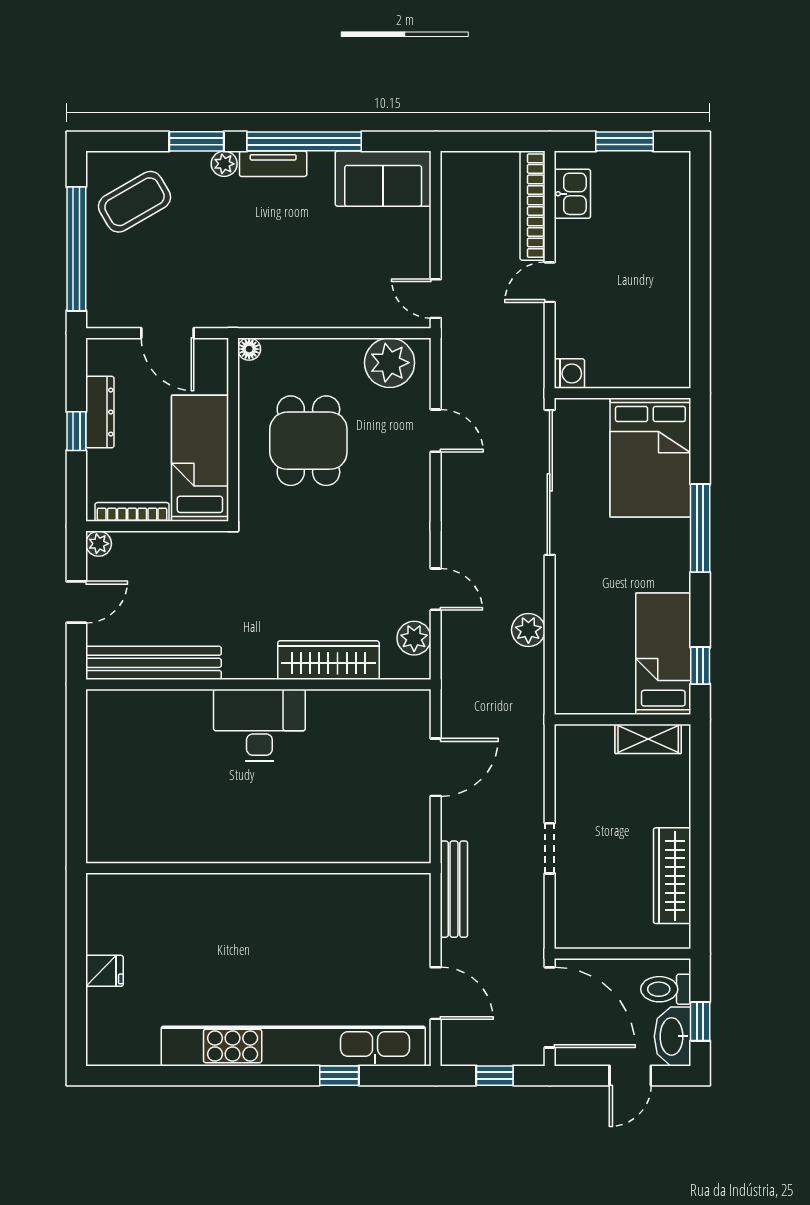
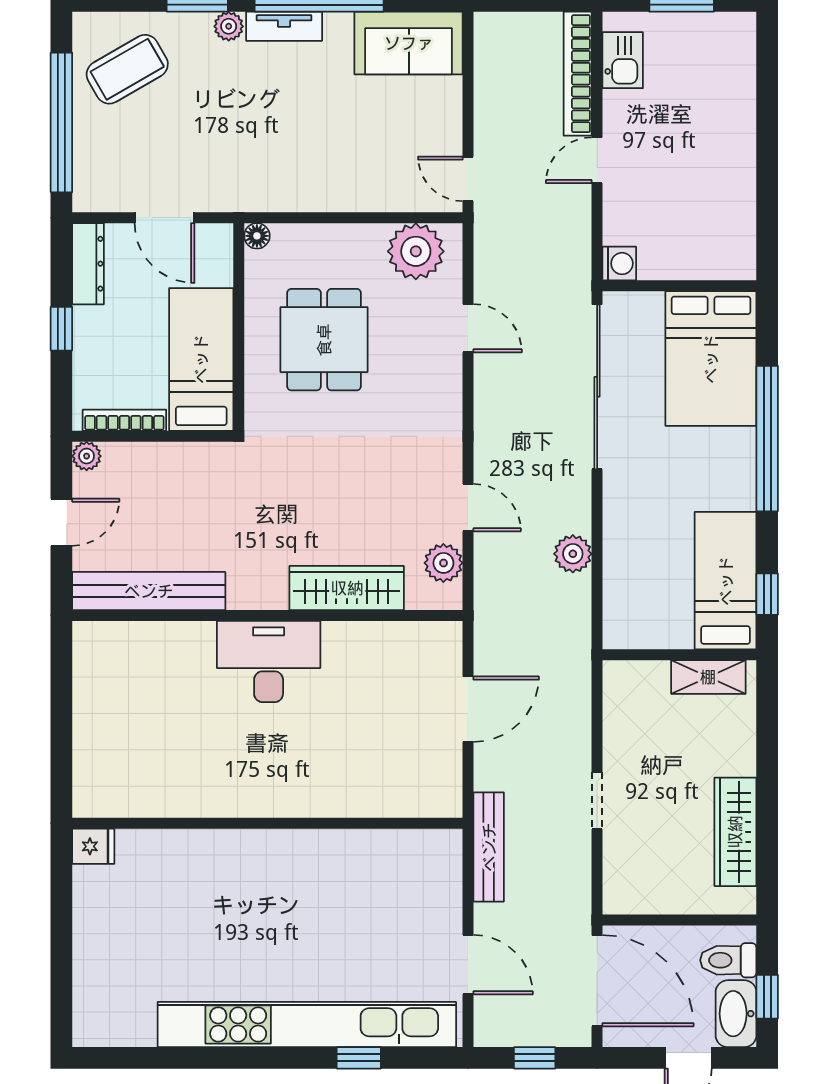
dresser: (100, 412) -> (88, 264), moved
window: (700, 528) -> (767, 439), width x1.46
fridge: (104, 971) -> (93, 846), moved

